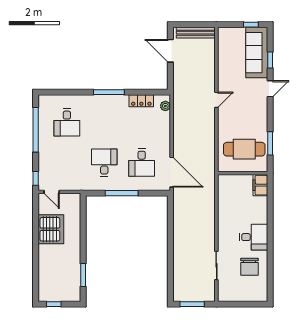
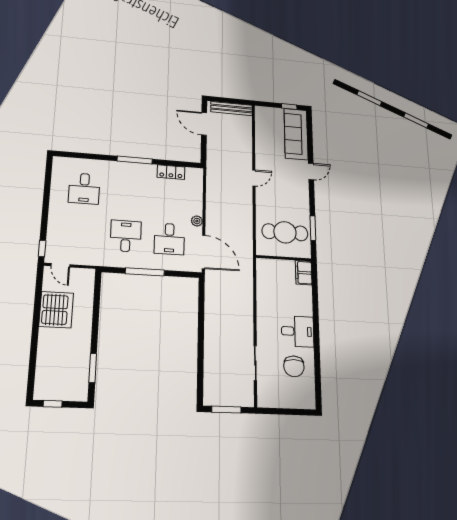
window: (270, 60) -> (310, 143), removed
plant: (165, 106) -> (197, 221), moved
window: (36, 130) -> (47, 194), removed

